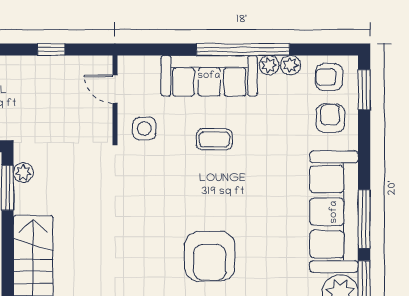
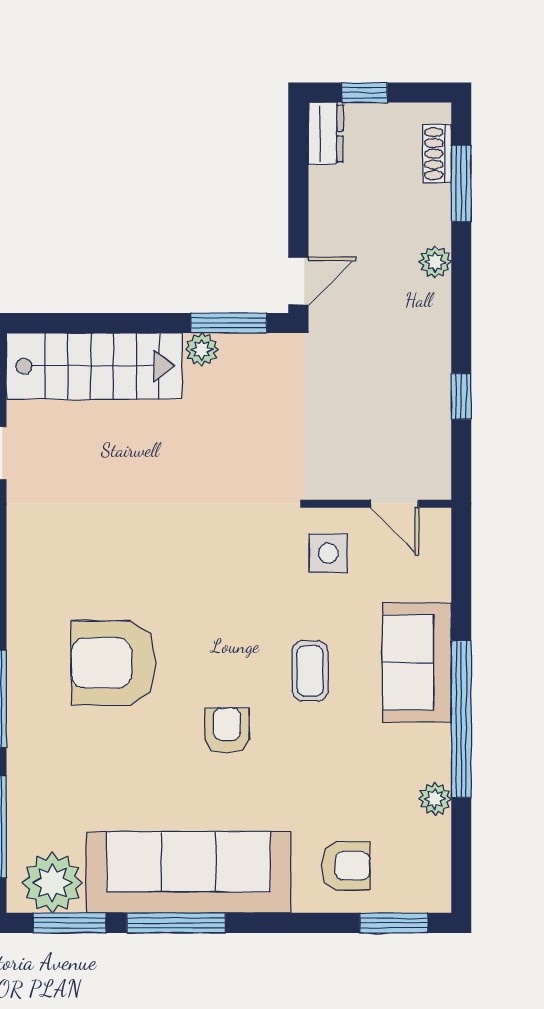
plant: (269, 65) -> (435, 763), removed
sofa: (209, 76) -> (417, 662), width x0.73
armchair: (329, 77) -> (227, 730), moved
door: (115, 89) -> (395, 504), swing flipped
plant: (23, 173) -> (202, 350), moved

